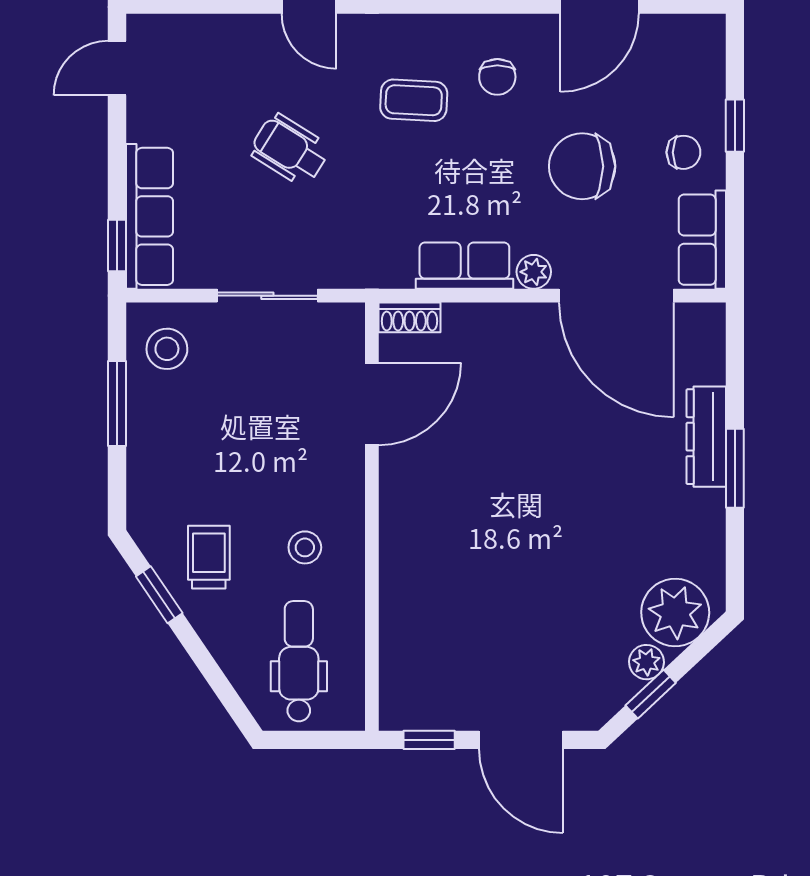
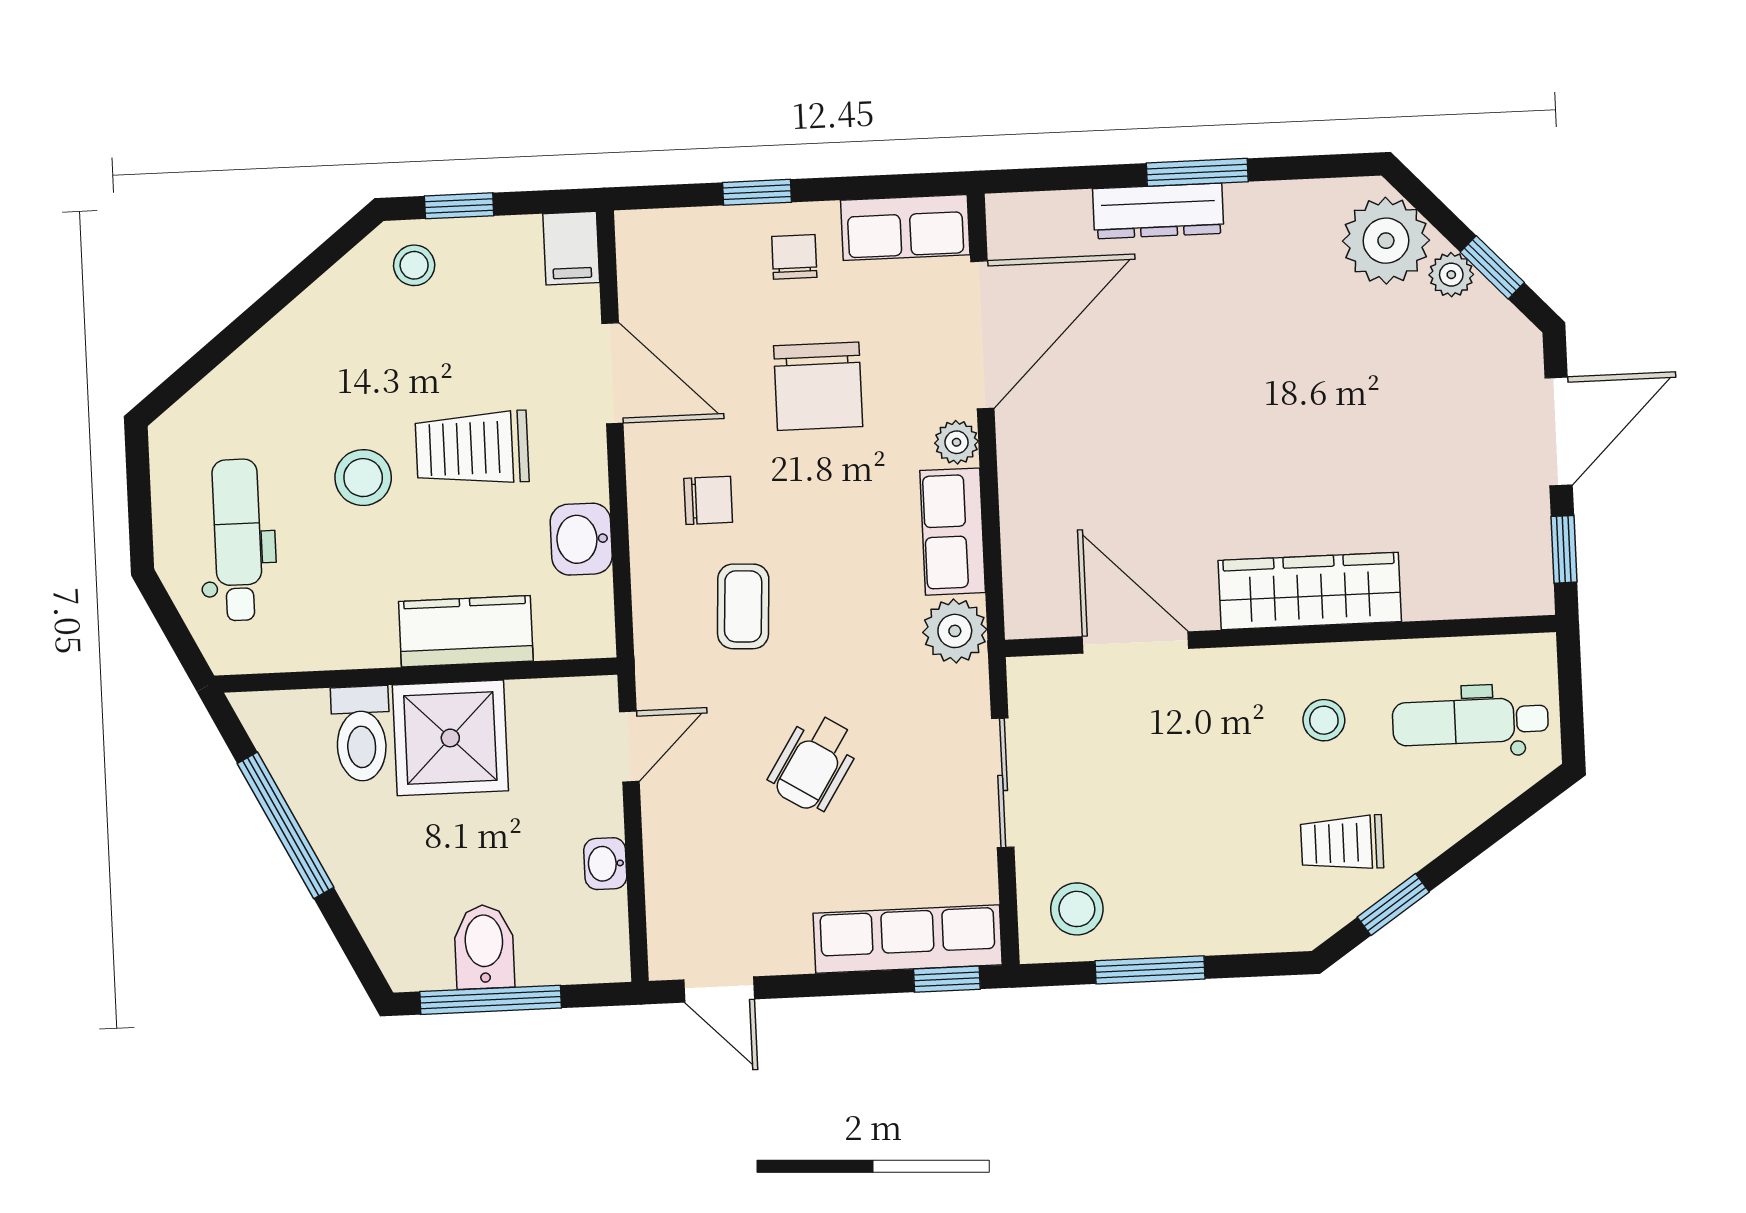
plant: (387, 264) -> (955, 631), added
shoe rack: (409, 317) -> (1022, 599), removed
wardrobe: (406, 541) -> (1310, 591), added

